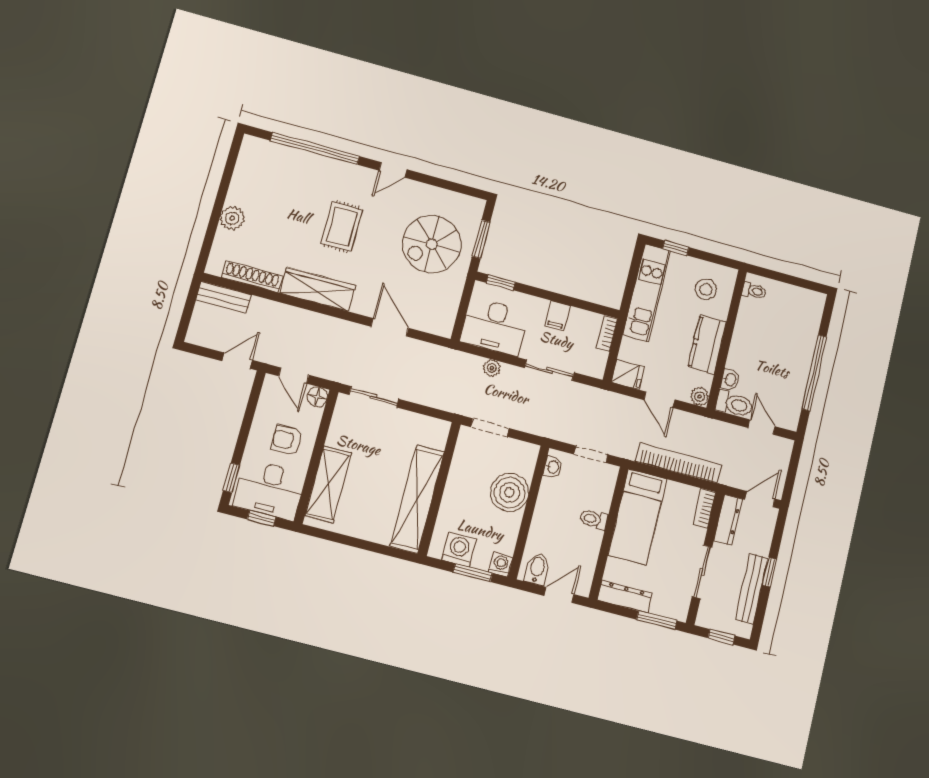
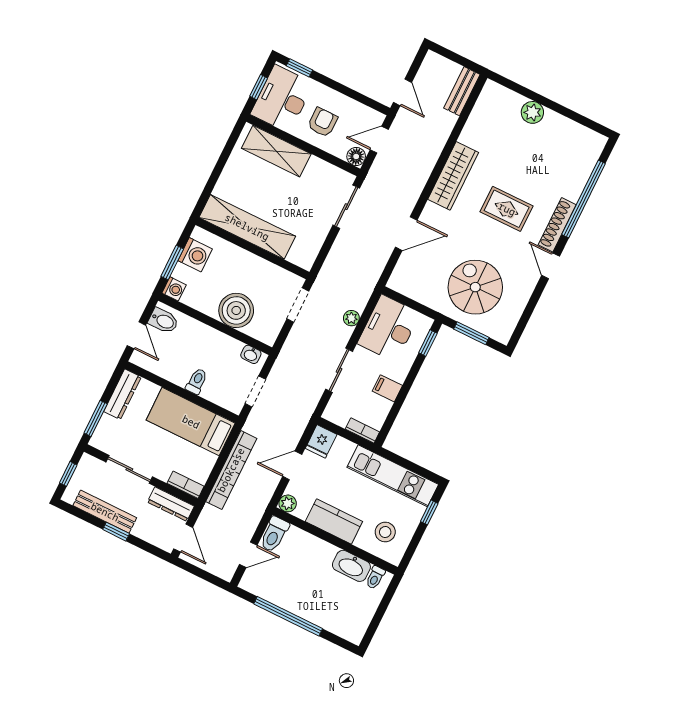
shoe rack: (252, 277) -> (557, 225), moved, turned 180
washbasin: (730, 380) -> (351, 566), moved, width x1.91, depth x1.45

